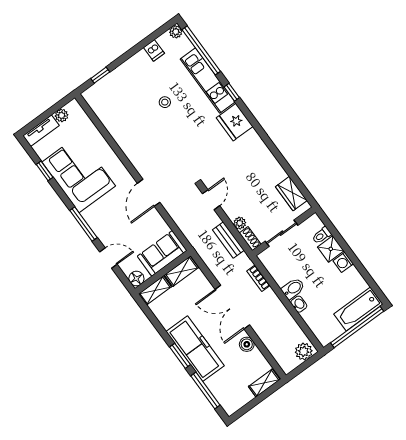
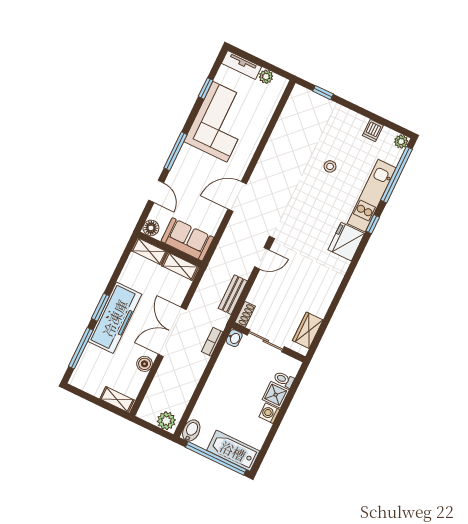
plant: (240, 223) -> (254, 297), removed
bidet: (293, 289) -> (191, 431), moved, turned -90
washbasin: (299, 304) -> (234, 338), moved

